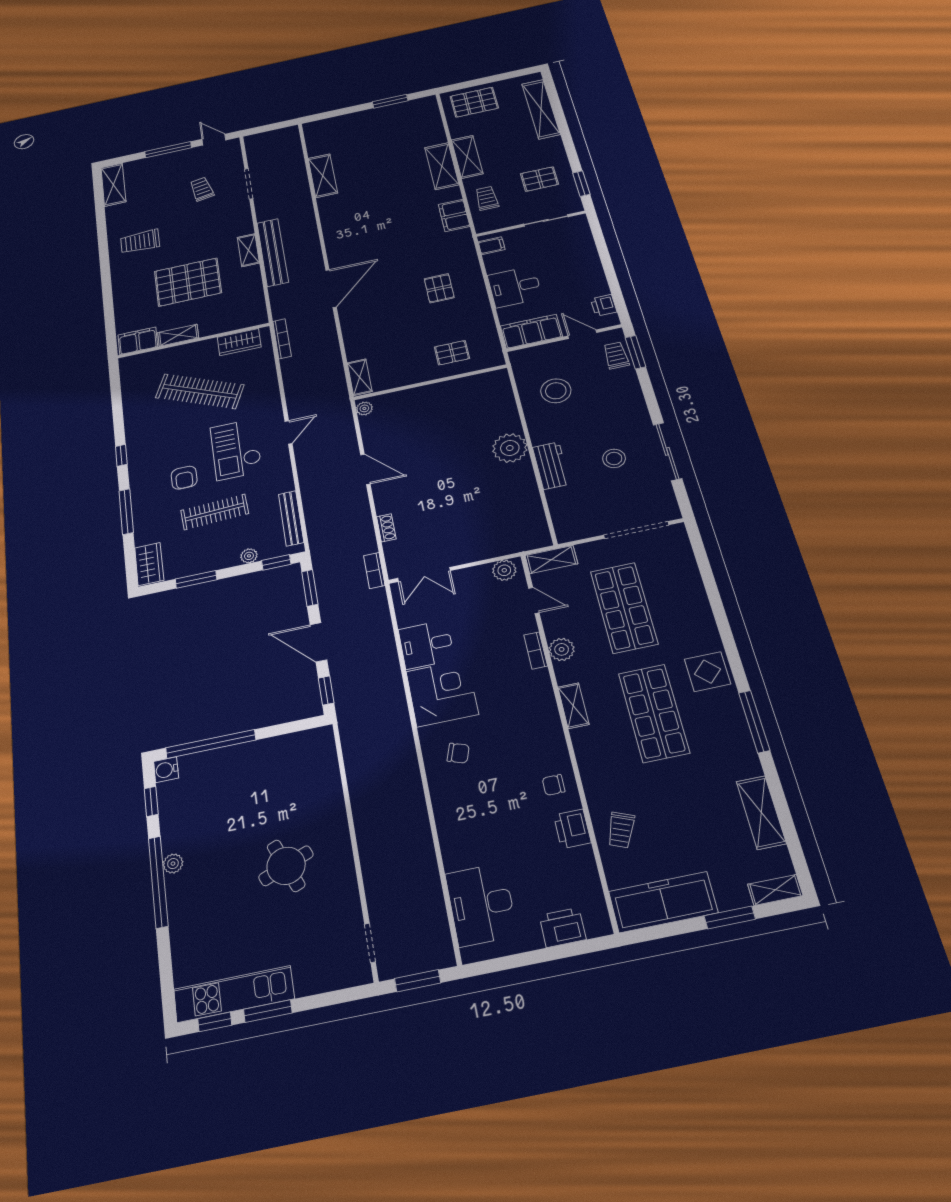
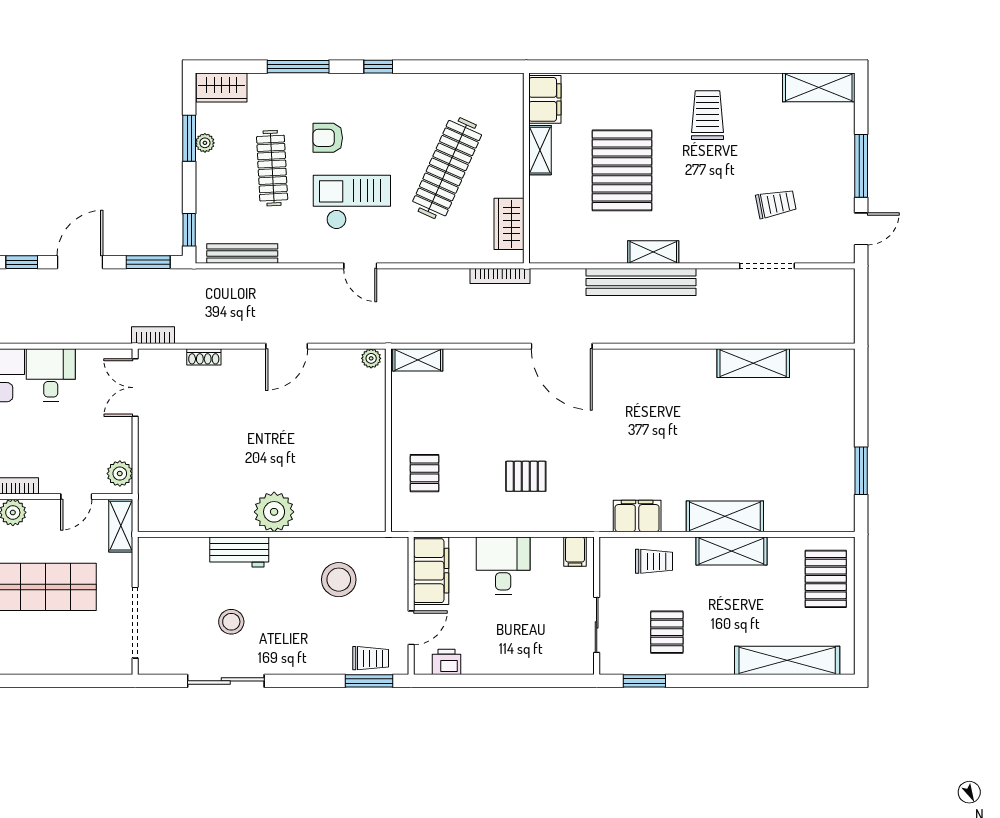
plant: (249, 556) -> (205, 143), moved

